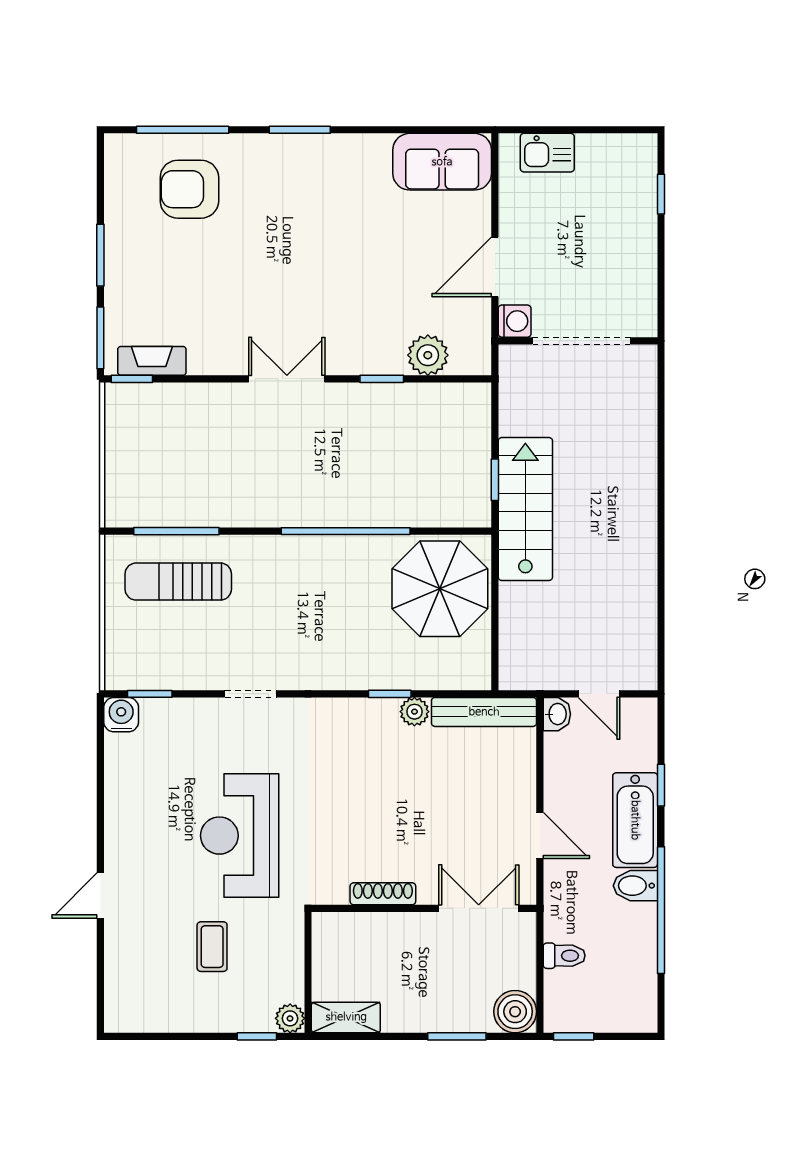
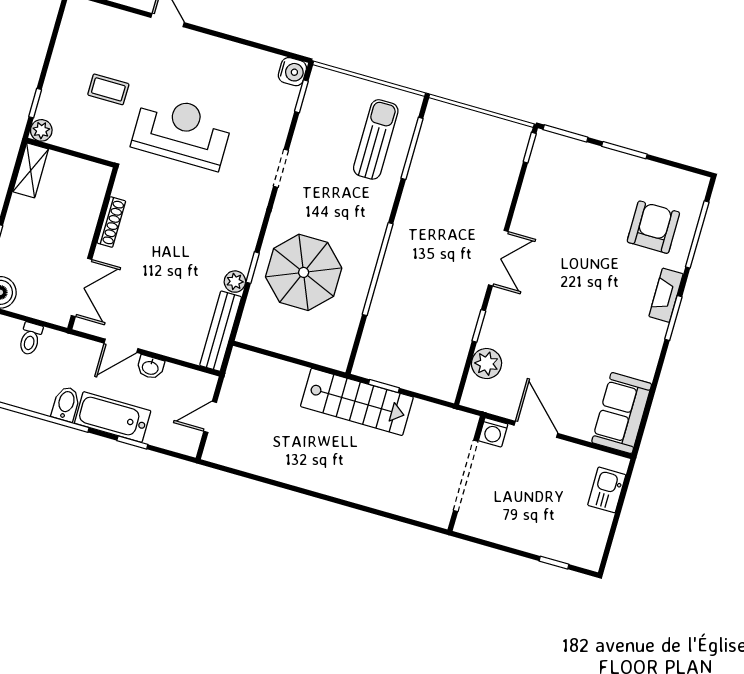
fireplace: (152, 361) -> (666, 295), moved, turned 180
parasol: (440, 589) -> (304, 272), moved
washbasin: (557, 714) -> (150, 367), moved

